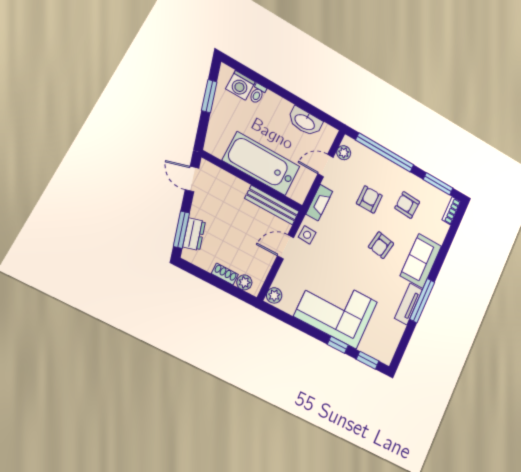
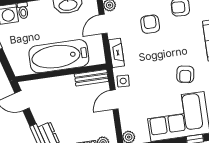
bench: (272, 205) -> (91, 78), width x0.73
armchair: (381, 245) -> (185, 74), moved

